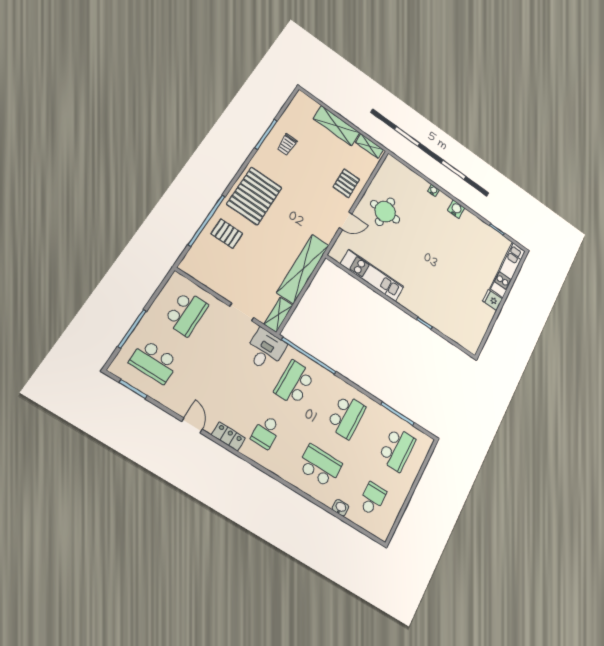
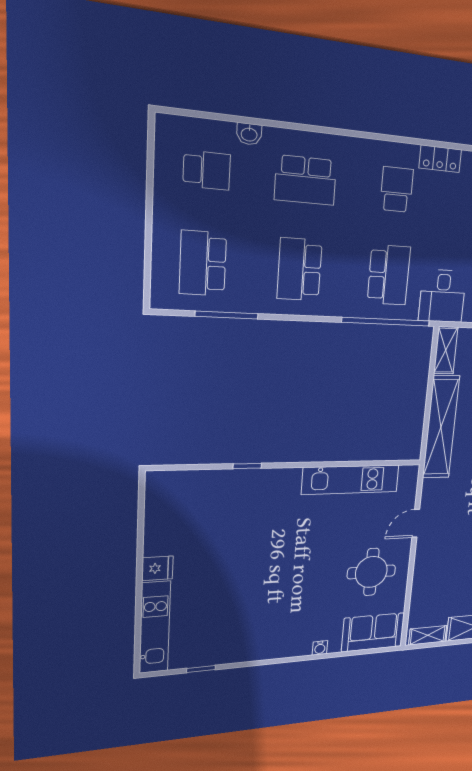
sofa: (400, 175) -> (373, 632), added
pallet: (346, 183) -> (435, 569), removed
water cooler: (456, 209) -> (276, 649), removed
school desk: (372, 499) -> (207, 170), turned -90

